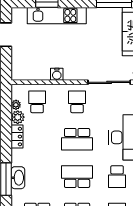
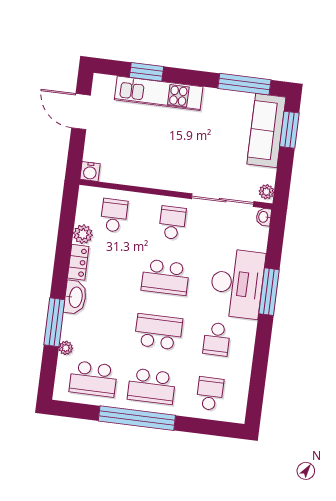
water cooler: (57, 74) -> (90, 171), moved
plant: (16, 105) -> (66, 348), moved
washbasin: (18, 178) -> (75, 297), moved

